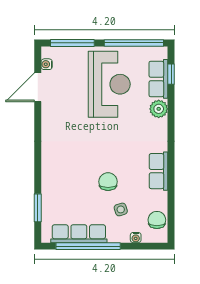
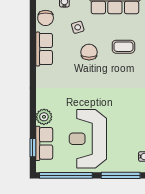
row of seats: (158, 171) -> (44, 49), moved
chair: (108, 182) -> (89, 52), turned 180
coffee table: (69, 188) -> (123, 47), added

